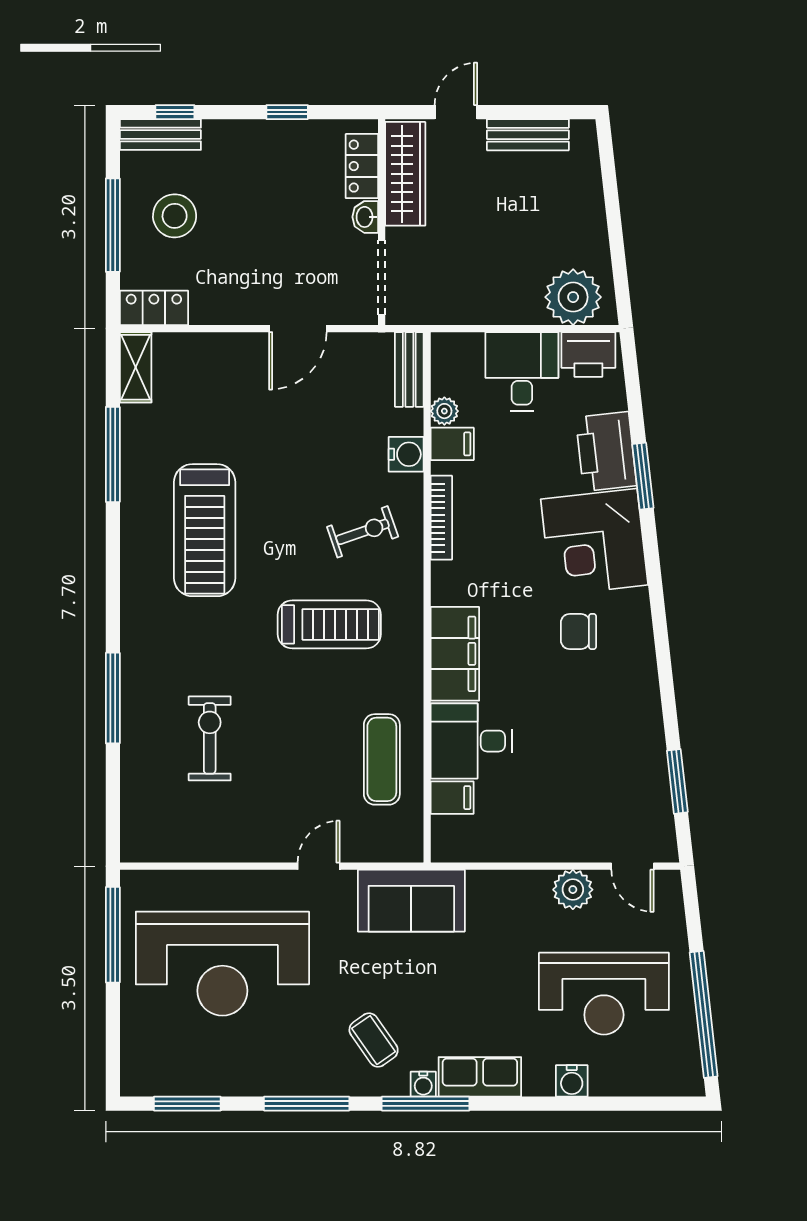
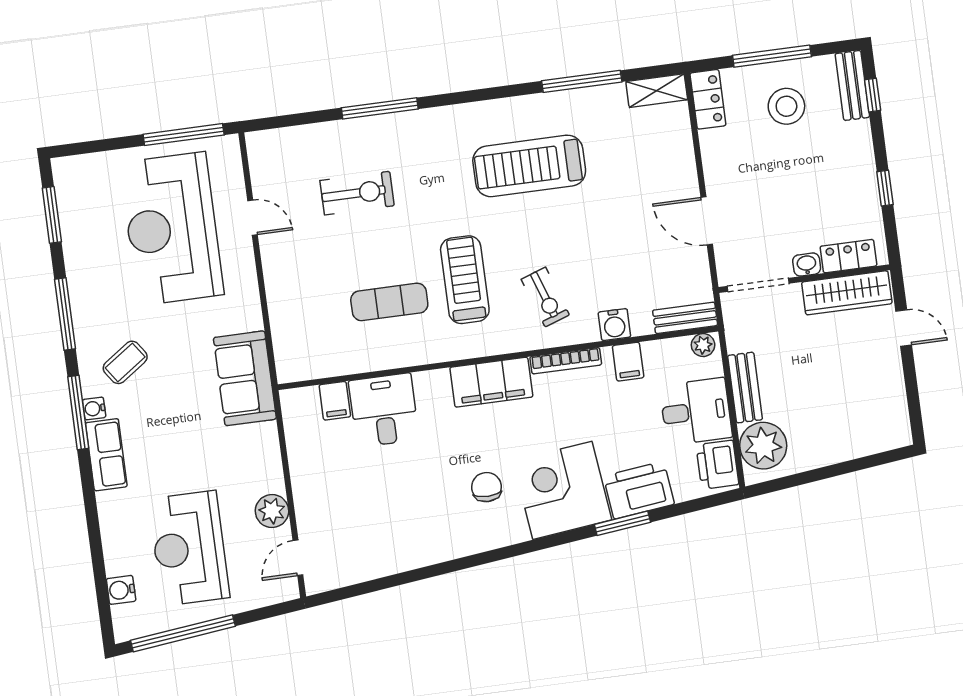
bench: (528, 135) -> (745, 388), moved
plant: (444, 411) -> (703, 345), moved
treadmill: (329, 624) -> (465, 280), turned 180
filing cabinet: (455, 654) -> (491, 382), moved
exercise mat: (382, 759) -> (389, 302), moved
window: (677, 781) -> (373, 586), removed
door: (319, 866) -> (252, 218), moved
water cooler: (572, 1081) -> (121, 590), moved

